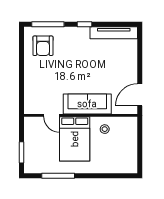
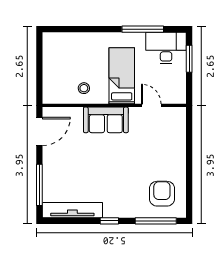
window: (140, 53) -> (39, 185), added
sofa: (87, 104) -> (106, 120), width x0.73
bed: (75, 139) -> (122, 76), width x0.67
desk: (40, 161) -> (166, 48), added

